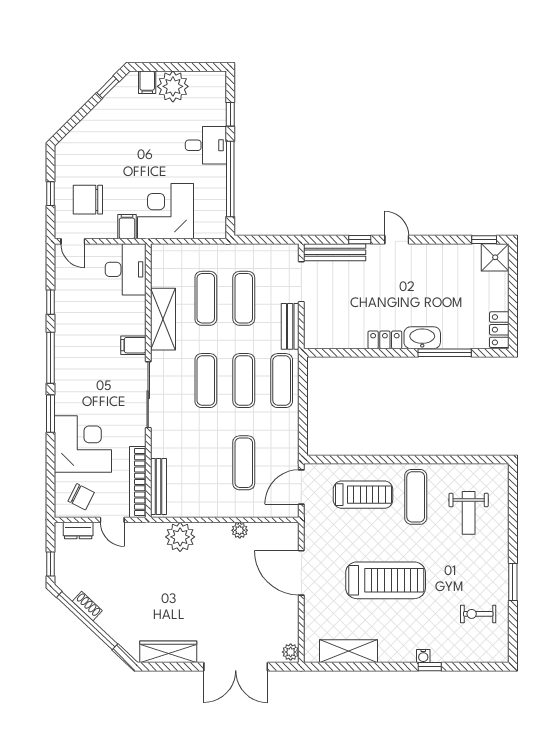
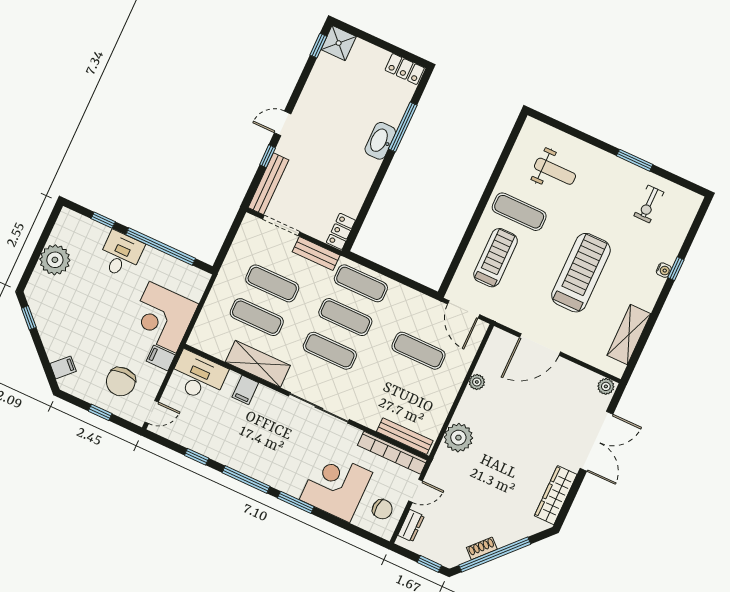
filing cabinet: (147, 82) -> (63, 367), moved, turned -45
locker: (385, 340) -> (341, 231), moved
filing cabinet: (133, 345) -> (245, 390), moved
chair: (81, 497) -> (382, 509), turned 68

